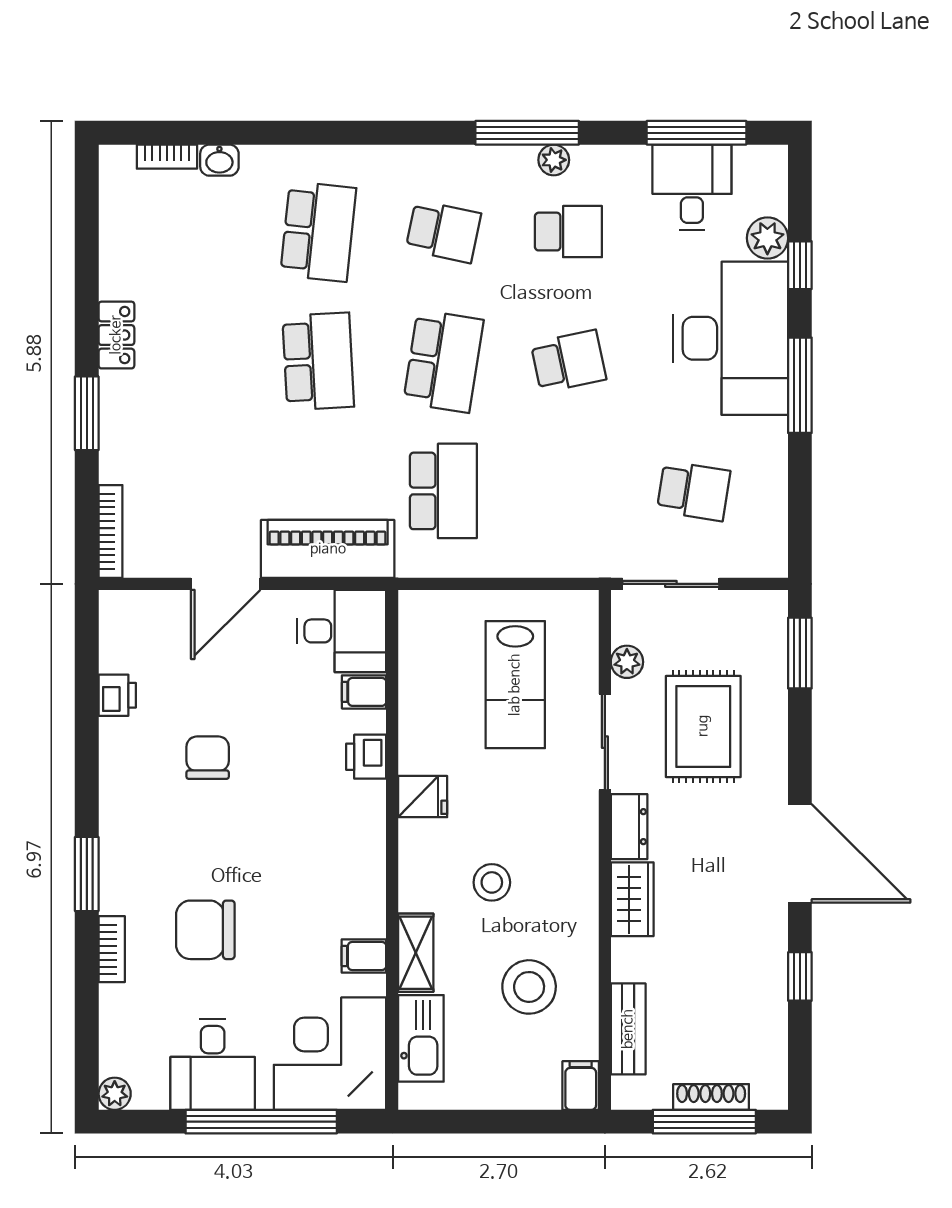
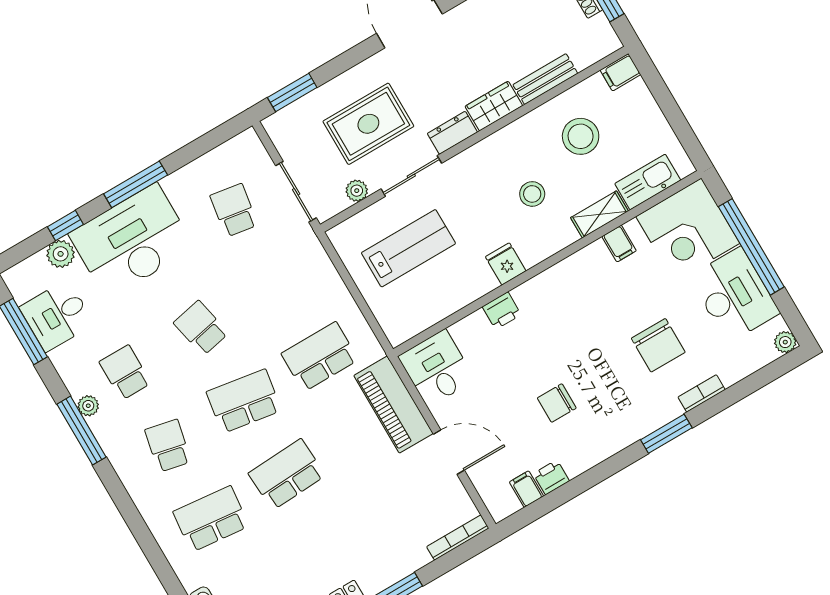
filing cabinet: (364, 692) -> (526, 489), moved, turned 180
bench: (628, 1029) -> (545, 79), moved
desk: (213, 1064) -> (734, 295), width x1.37

